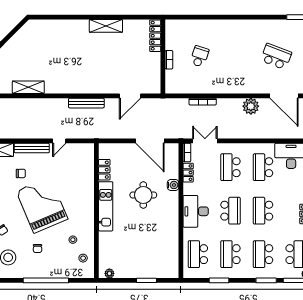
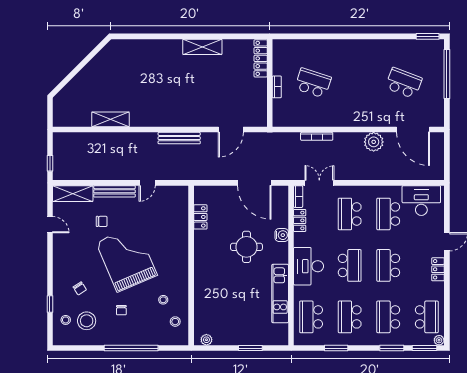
school desk: (199, 56) -> (313, 83), width x1.85
kitchen unit: (106, 206) -> (280, 294), moved, turned 180

